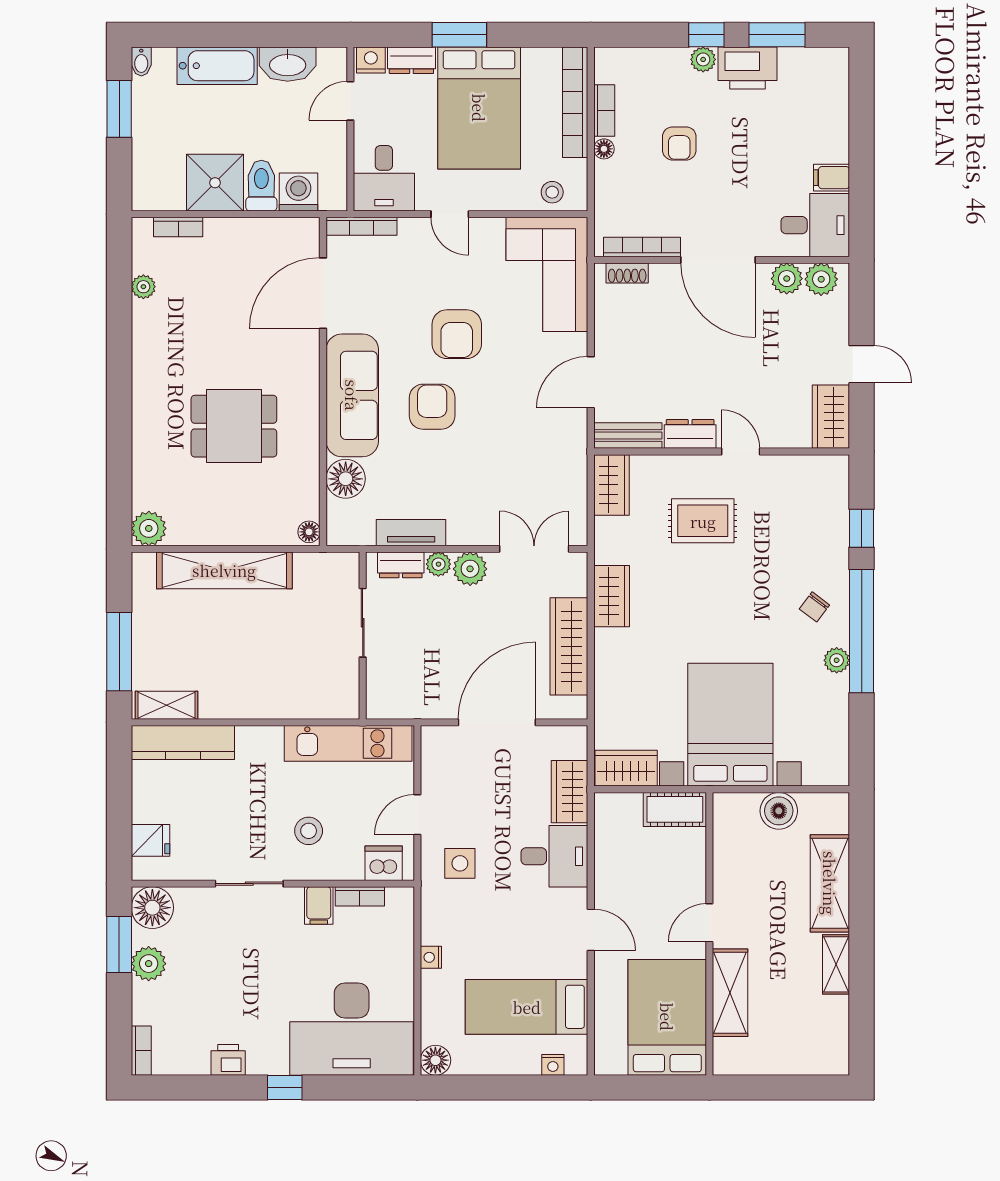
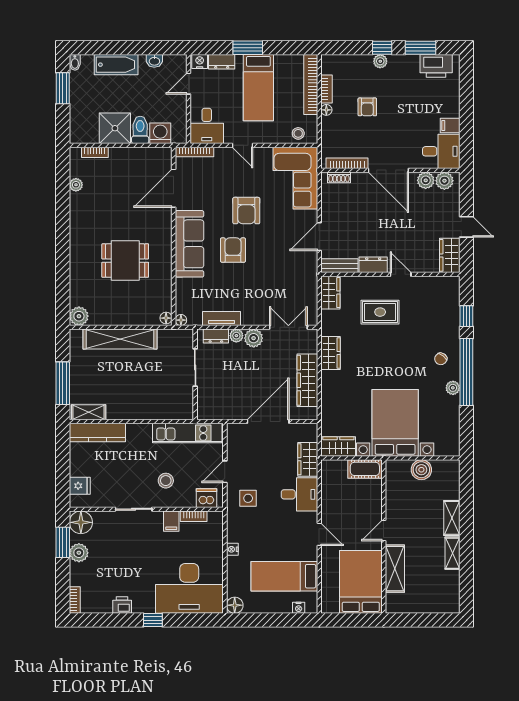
washbasin: (288, 64) -> (154, 61), width x0.52, depth x0.69
printer: (748, 68) -> (436, 66), moved
bed: (479, 108) -> (258, 88), width x0.67
floor lamp: (346, 479) -> (181, 320), moved, width x0.53, depth x0.53
shelving: (830, 883) -> (452, 518), width x0.67, depth x0.75

